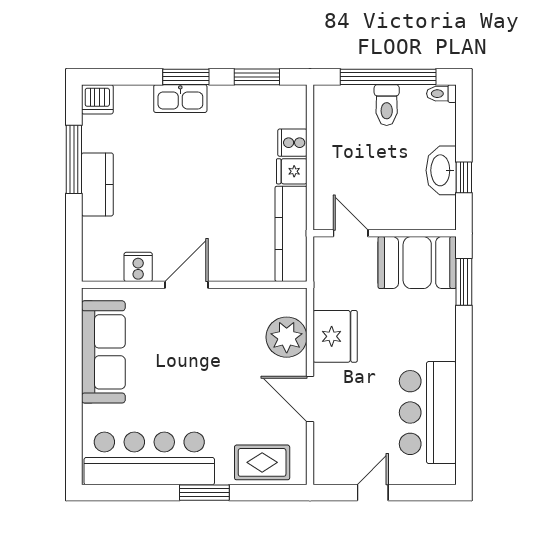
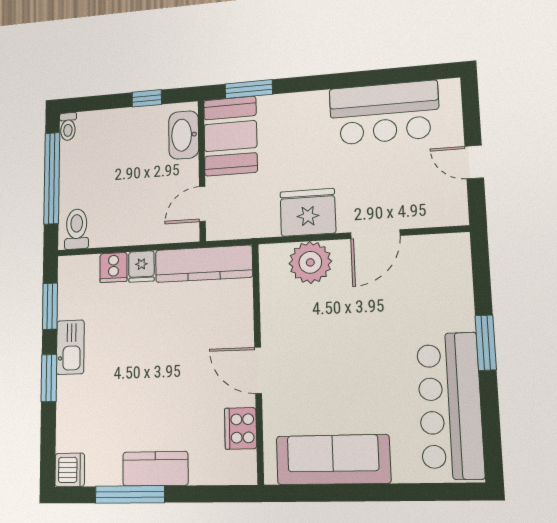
kitchen sink: (180, 99) -> (70, 347), moved
toilet: (387, 105) -> (77, 229), moved, turned -90
washbasin: (441, 170) -> (184, 135), moved, turned 90
cooker: (138, 267) -> (241, 428), width x1.36
rug: (262, 462) -> (448, 281), removed

